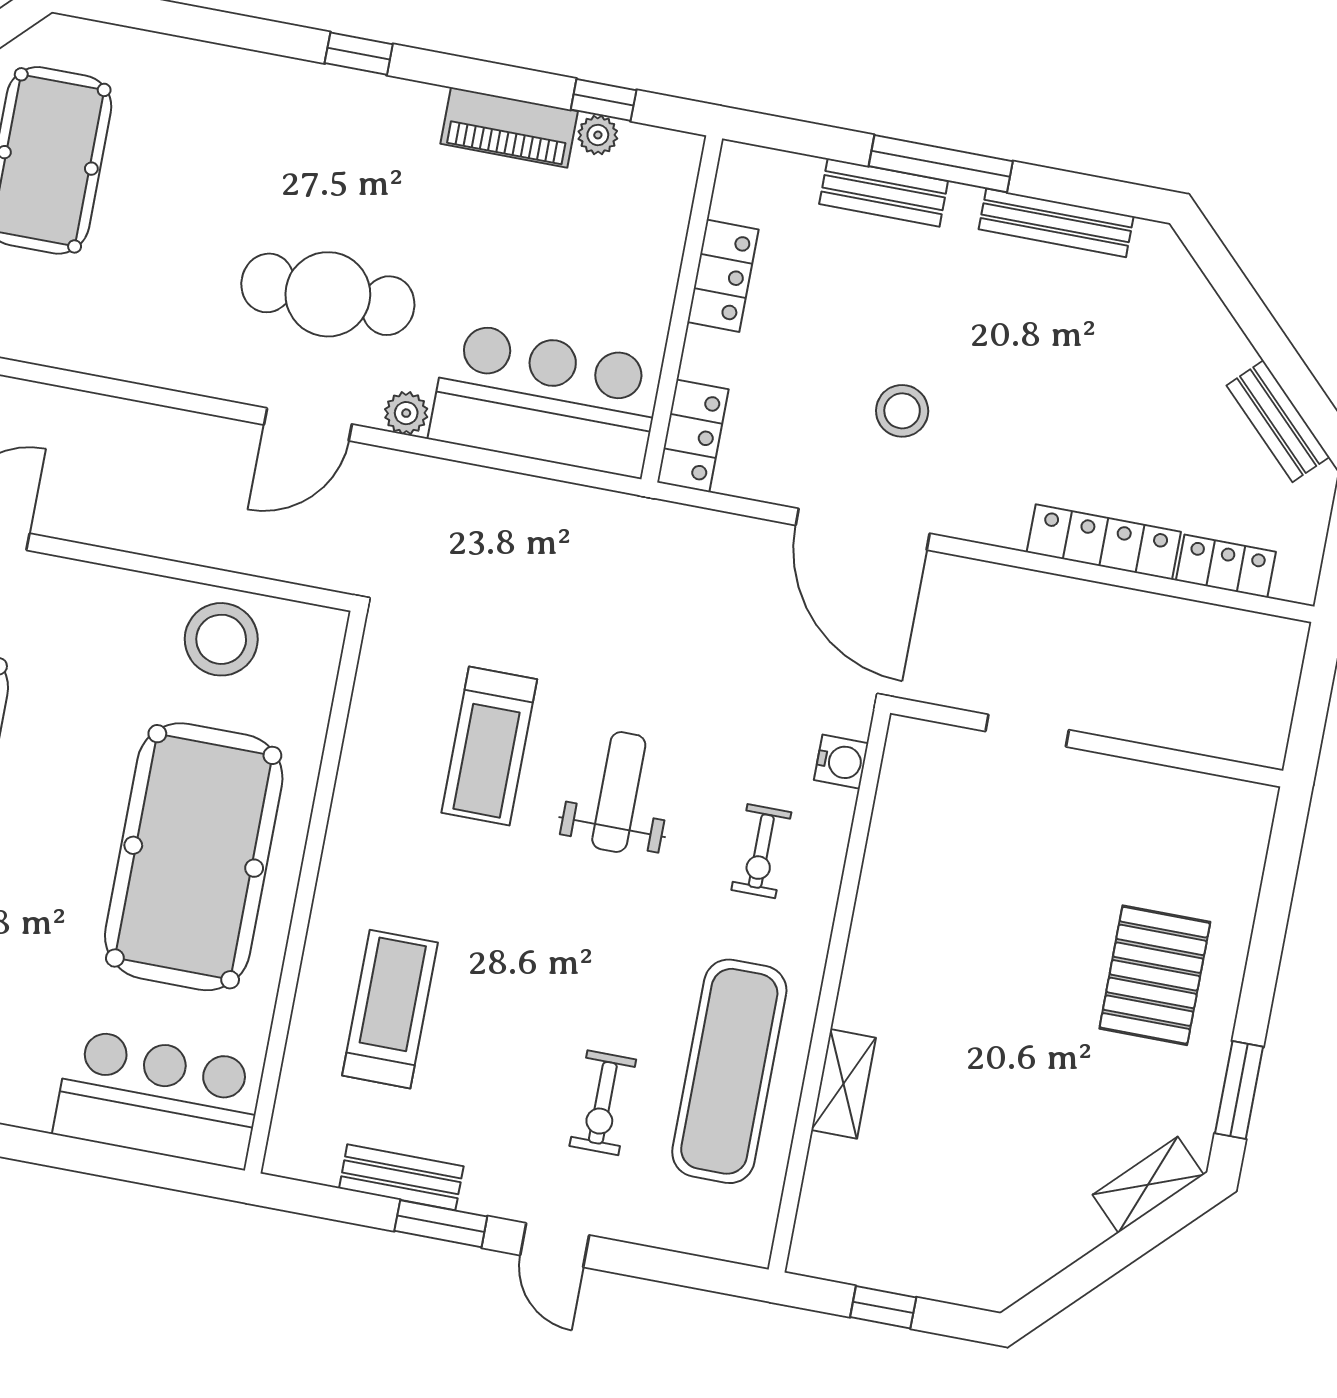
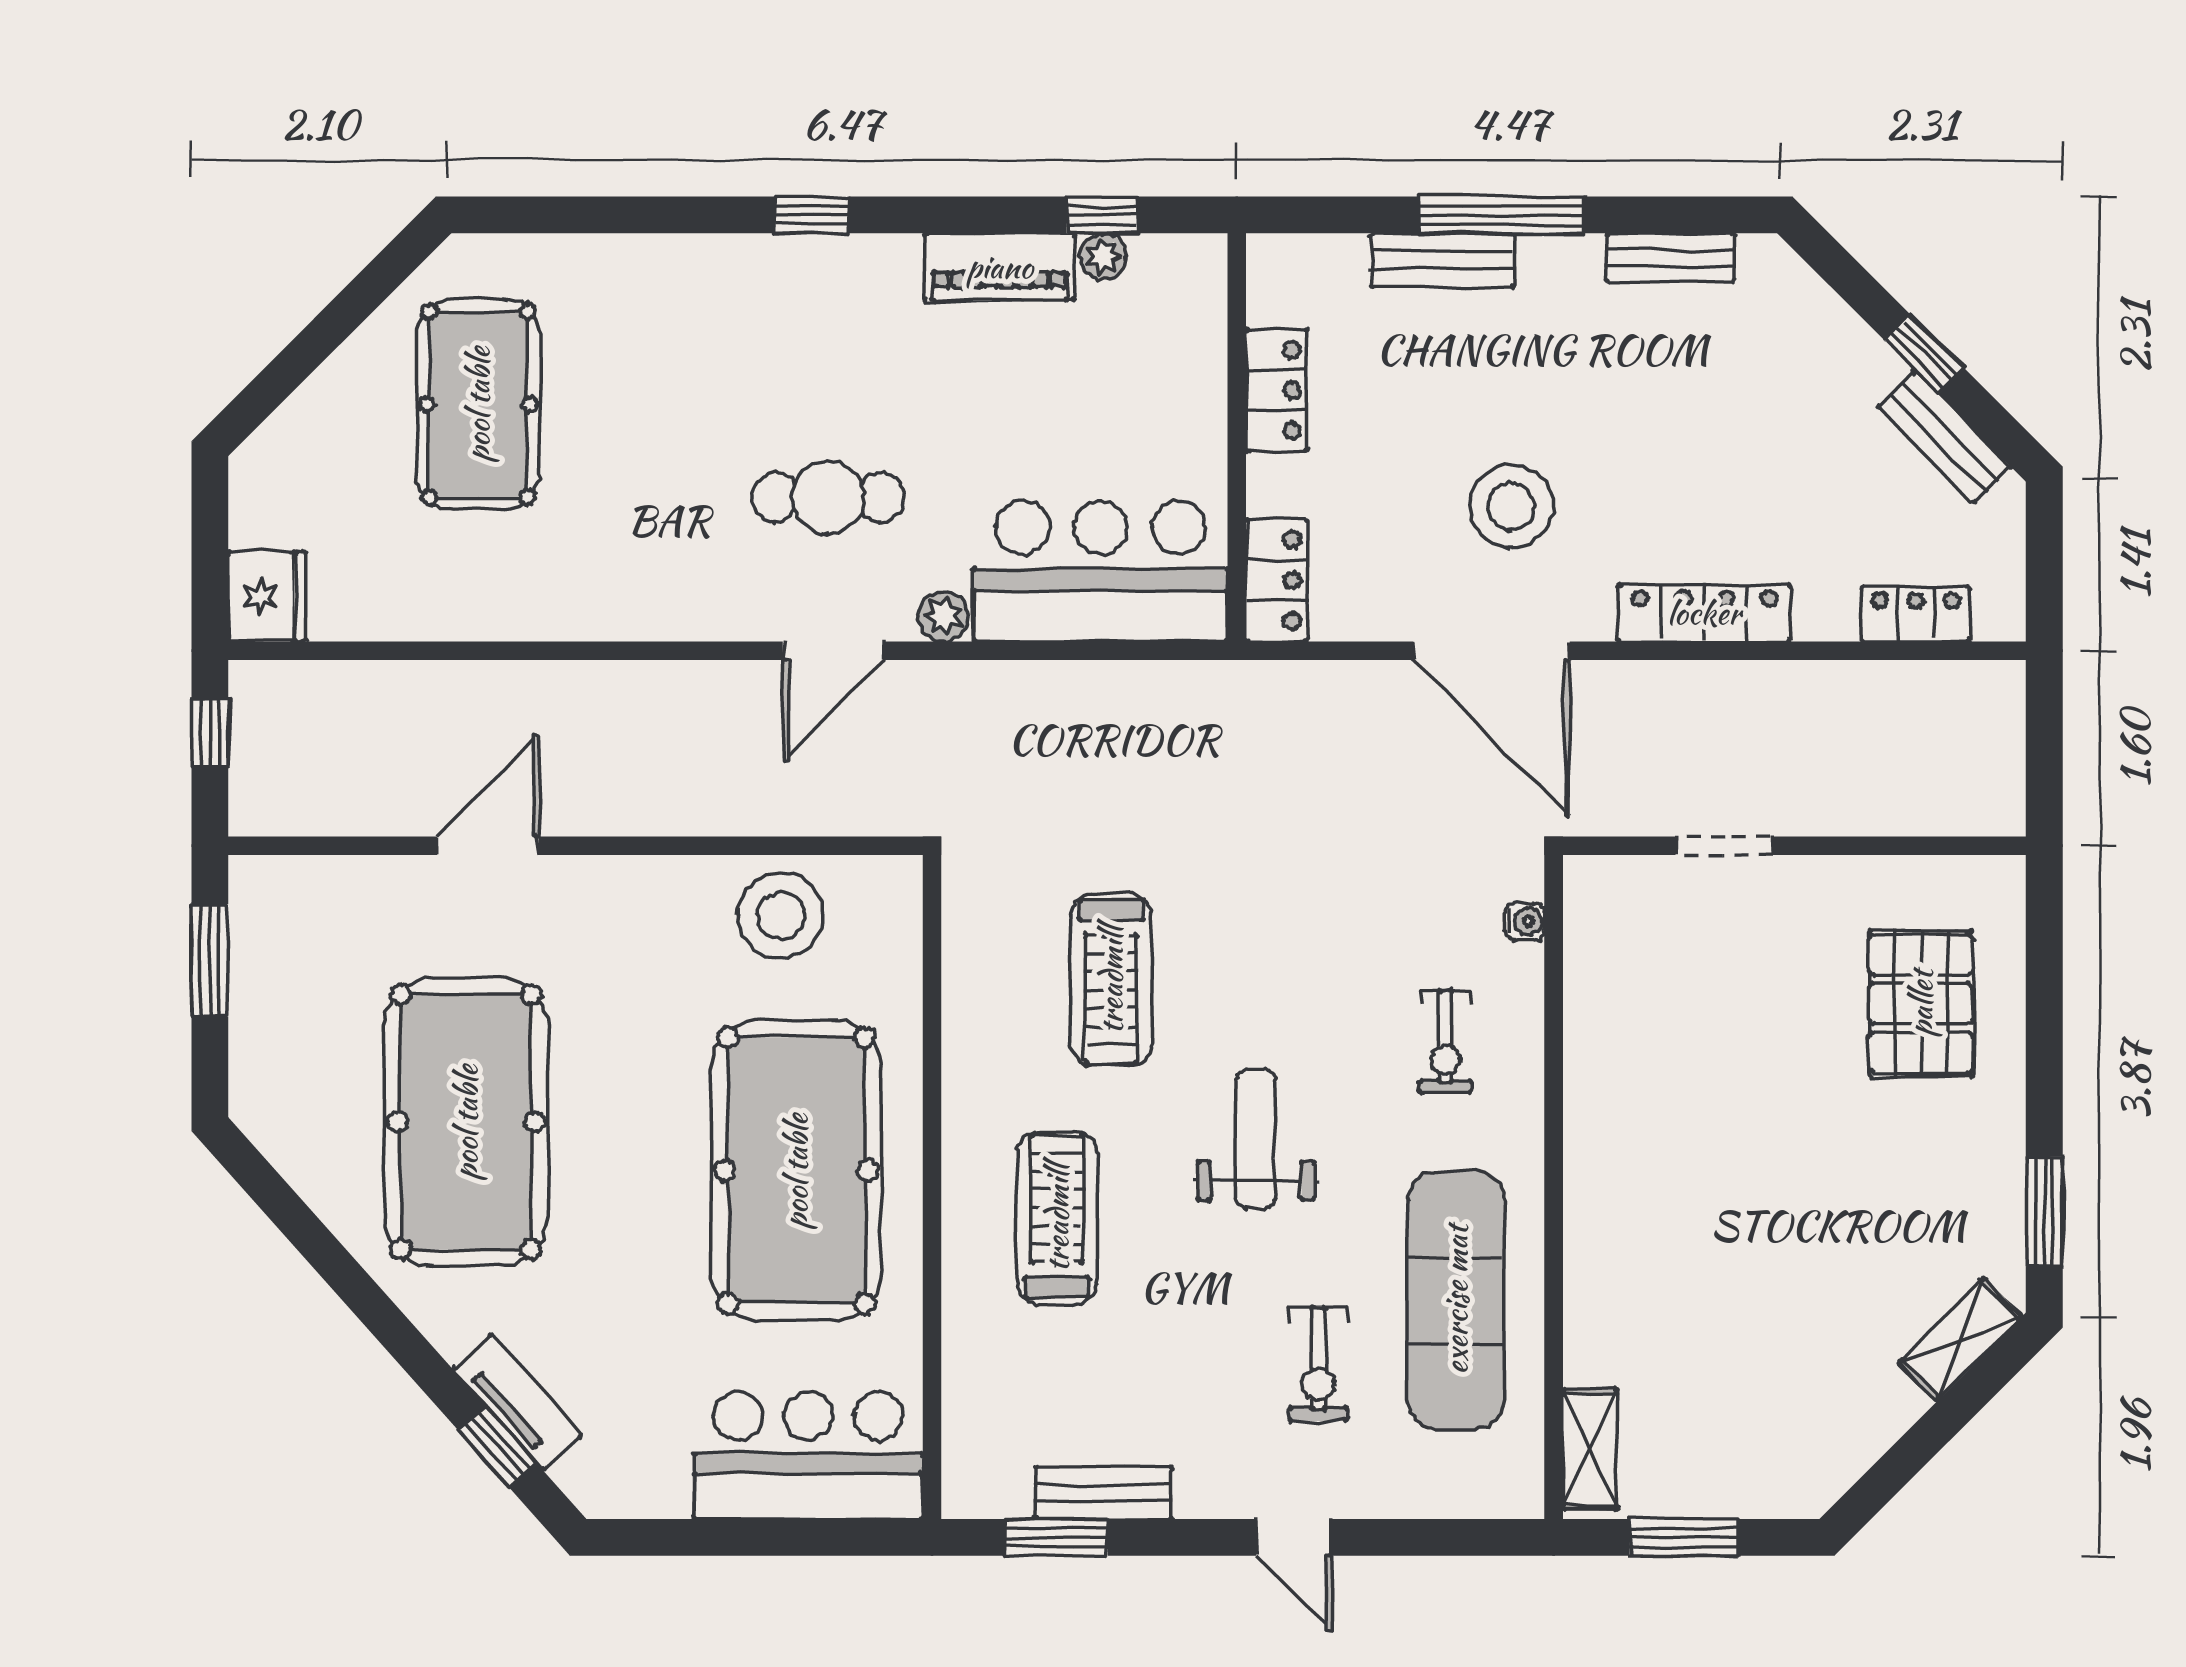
bench: (1056, 223) -> (1670, 258), width x0.73
cafe table: (328, 294) -> (828, 497), width x0.73, depth x0.74
window: (1274, 348) -> (1924, 354), added
stool: (902, 411) -> (1511, 506), width x1.38, depth x1.38
locker: (1104, 542) -> (1704, 613), moved
water cooler: (841, 762) -> (1525, 922), width x0.72, depth x0.72
weight bench: (619, 792) -> (1256, 1139), moved
pallet: (1155, 975) -> (1921, 1003), moved
treadmill: (390, 1009) -> (1057, 1218), moved
shelving: (844, 1084) -> (1590, 1449), moved
window: (441, 1224) -> (1056, 1537), moved
window: (883, 1307) -> (1684, 1537), width x1.50

